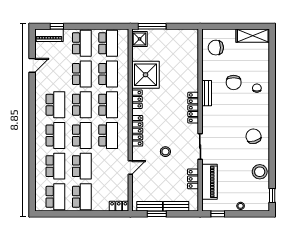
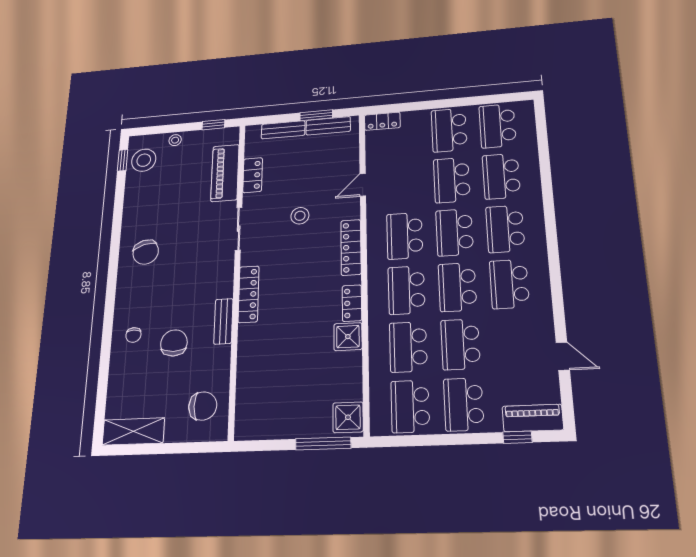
door: (32, 65) -> (563, 356), swing flipped
shower: (146, 75) -> (348, 337), width x0.54, depth x0.54
stool: (260, 172) -> (144, 160), moved

